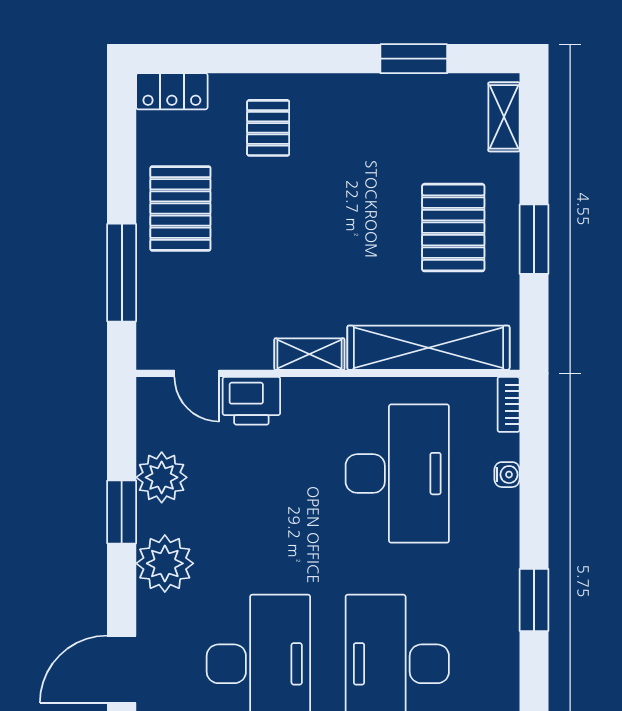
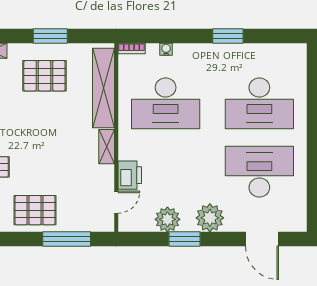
desk: (397, 474) -> (166, 103), turned 180

